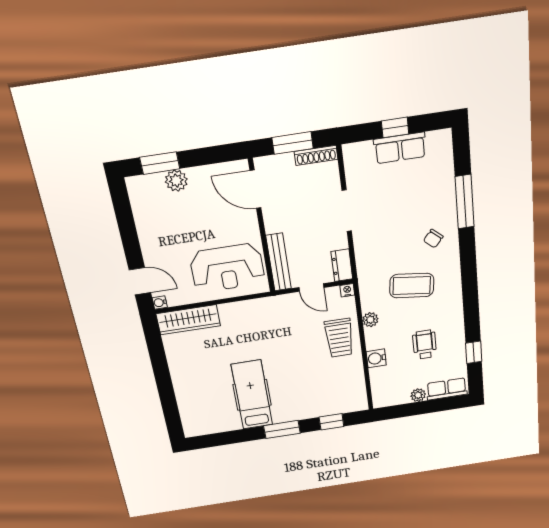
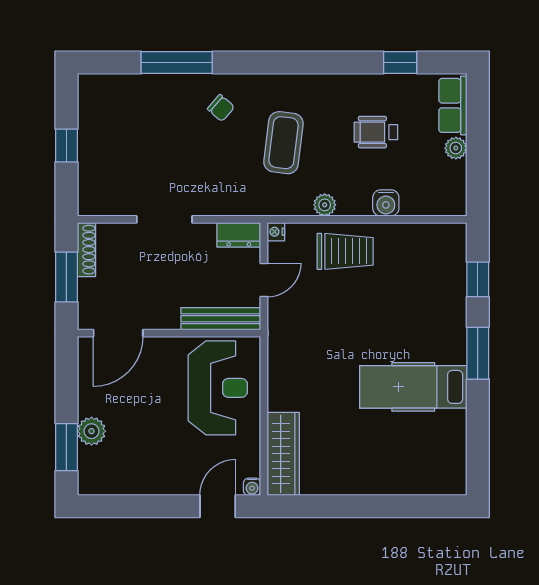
row of seats: (400, 148) -> (93, 142), removed

